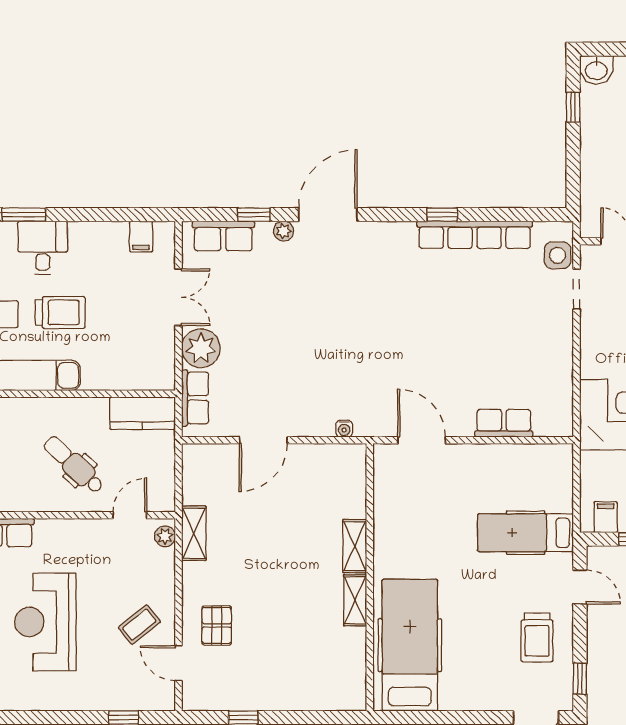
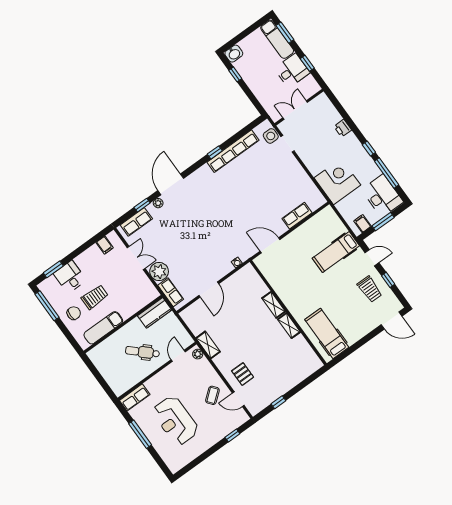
hospital bed: (410, 645) -> (327, 333), width x0.73, depth x0.78
window: (580, 679) -> (388, 280), moved

